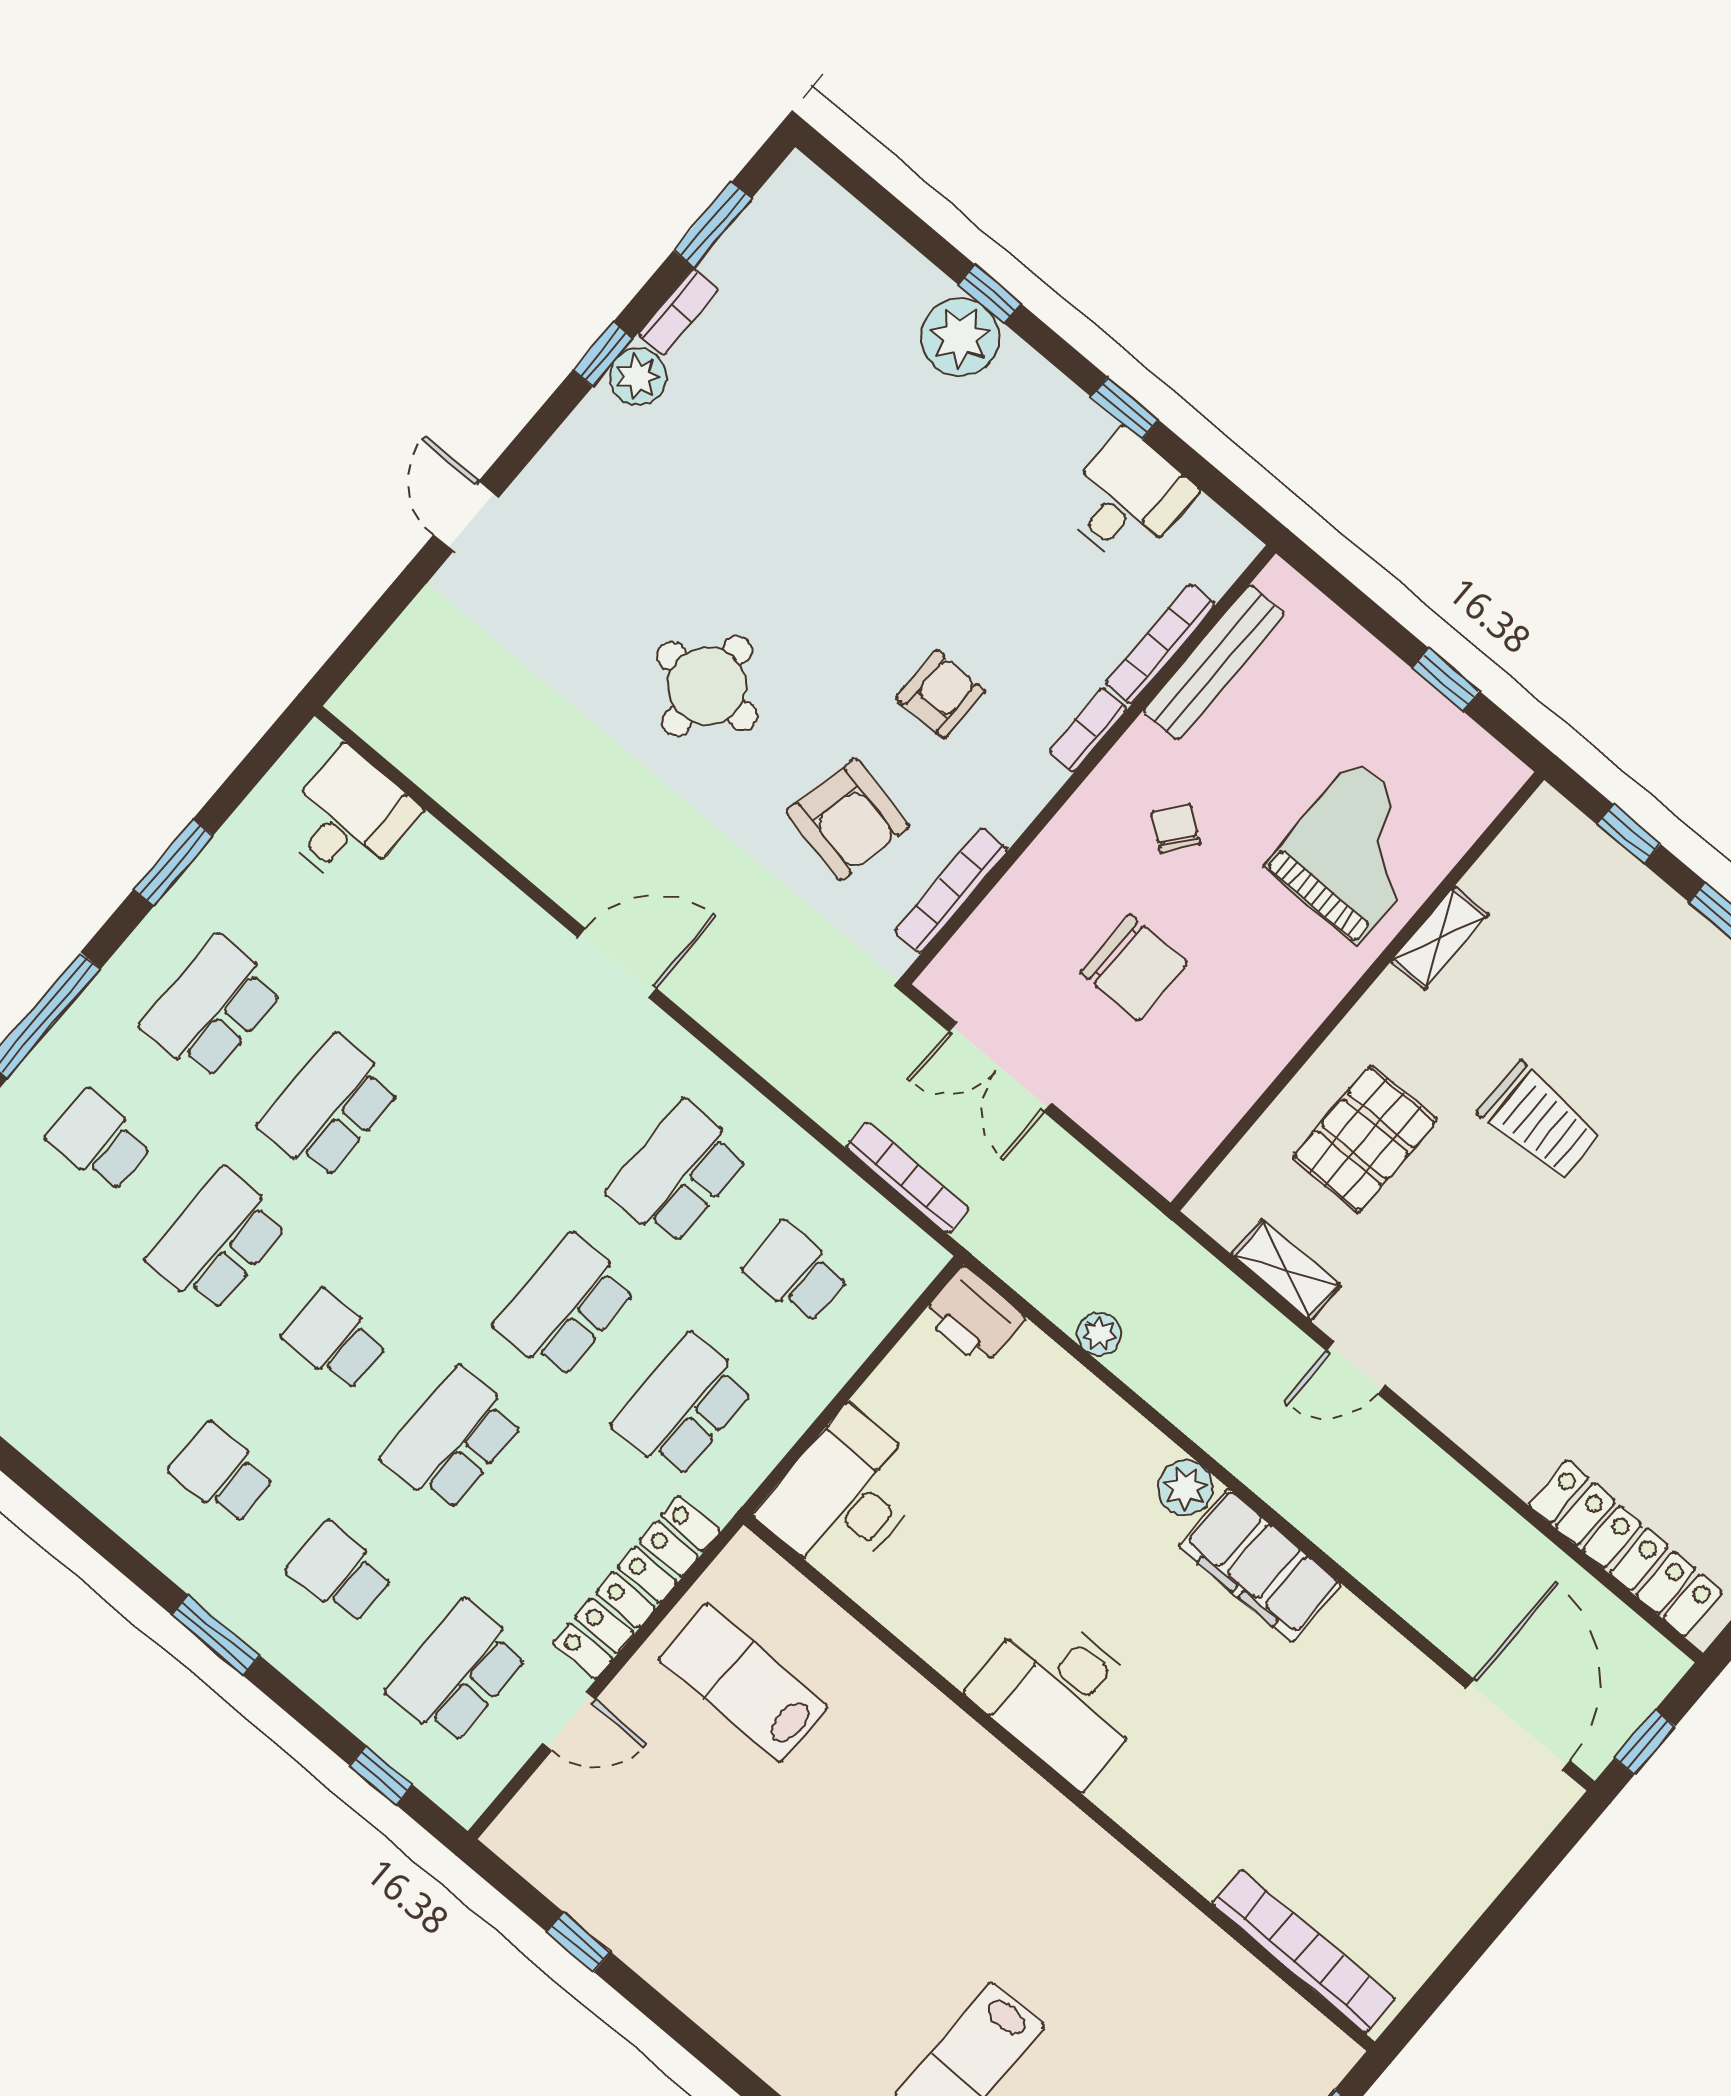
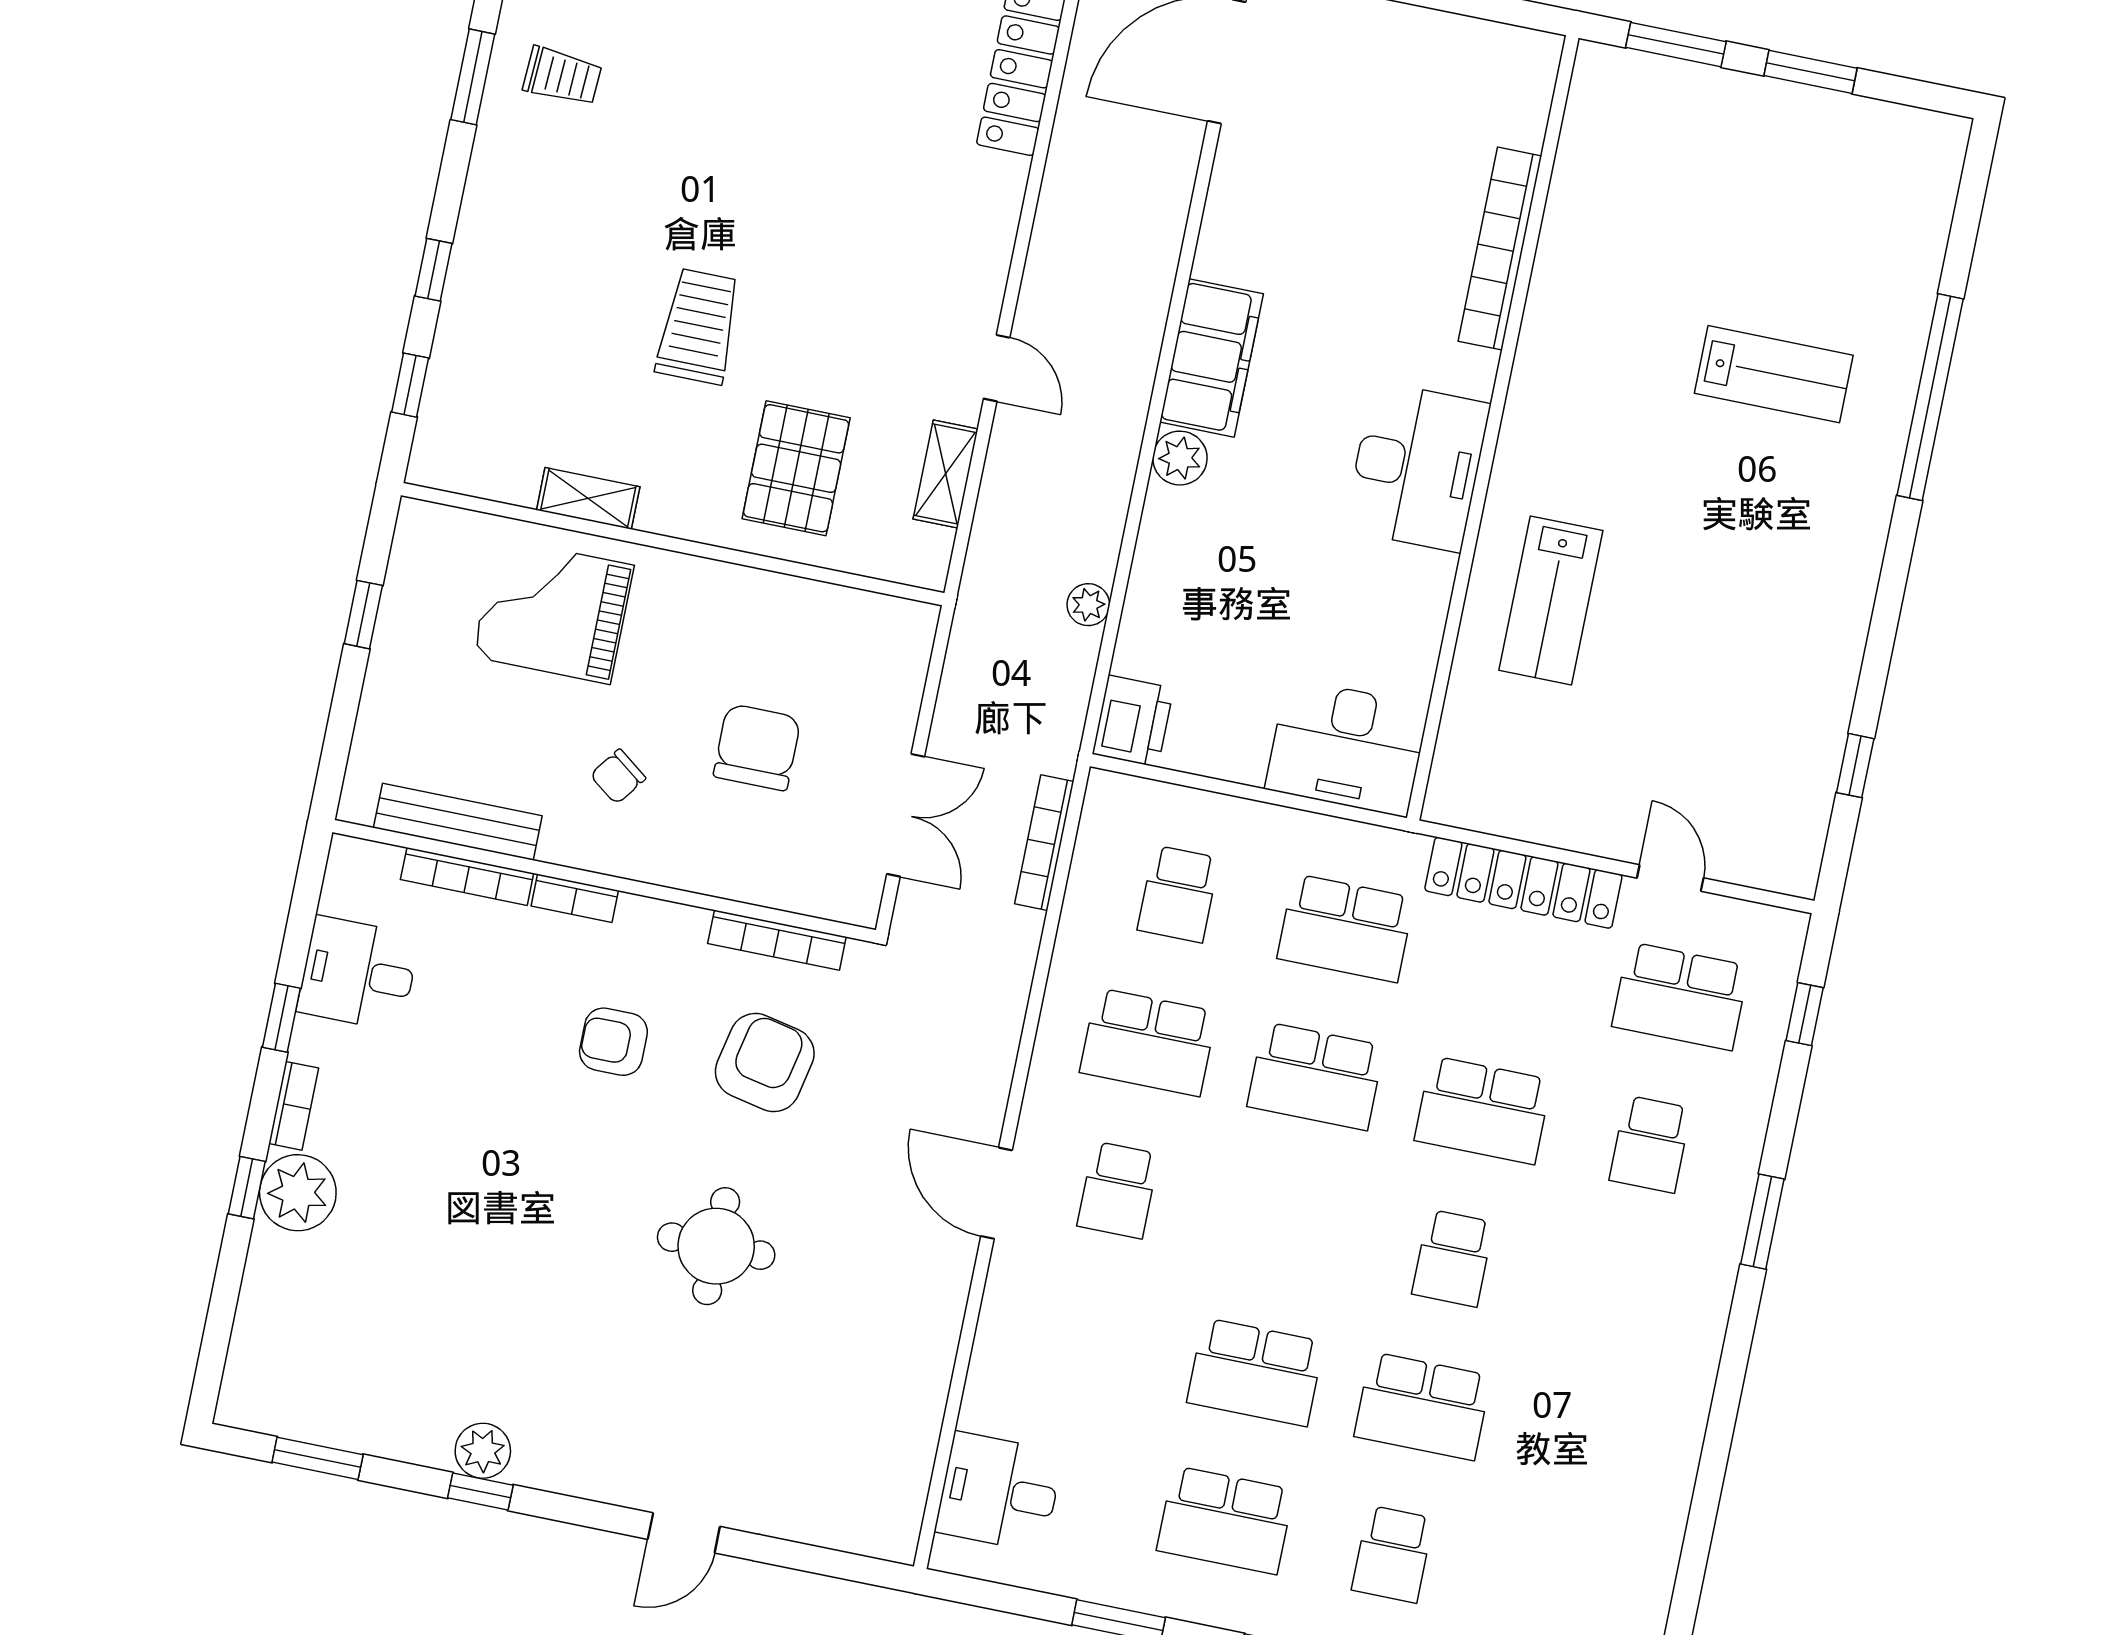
bookcase: (678, 312) -> (294, 1106), moved, turned 90
pallet: (1365, 1139) -> (796, 468), turned 90
school desk: (222, 1473) -> (1118, 1190), moved
lab bench: (743, 1683) -> (1551, 600), moved
bookcase: (1304, 1951) -> (1500, 249), moved

